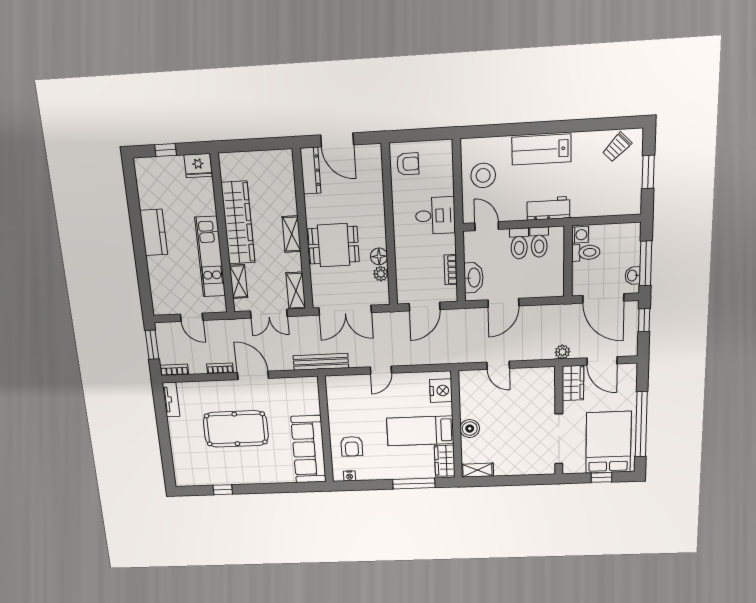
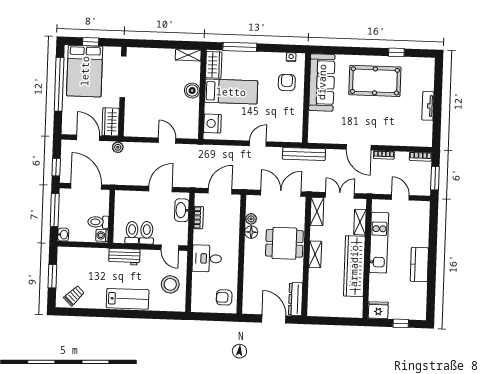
washbasin: (633, 276) -> (63, 235), moved
tv unit: (171, 399) -> (428, 106), moved
pool table: (236, 429) -> (375, 81), moved

